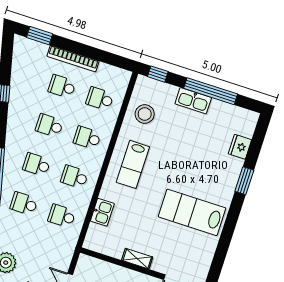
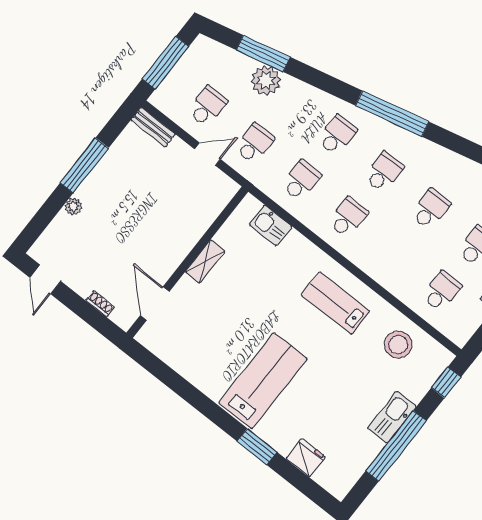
school desk: (87, 138) -> (254, 143), moved
kitchen sink: (102, 212) -> (271, 226), moved
lab bench: (192, 212) -> (263, 380), moved

